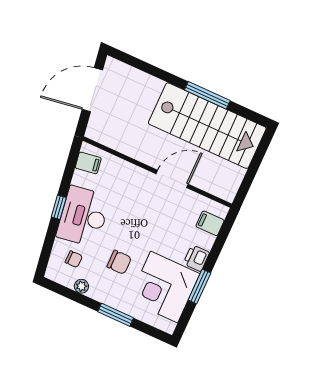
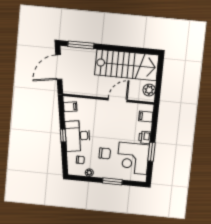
window: (207, 95) -> (81, 45), moved
plant: (231, 181) -> (149, 90), added

